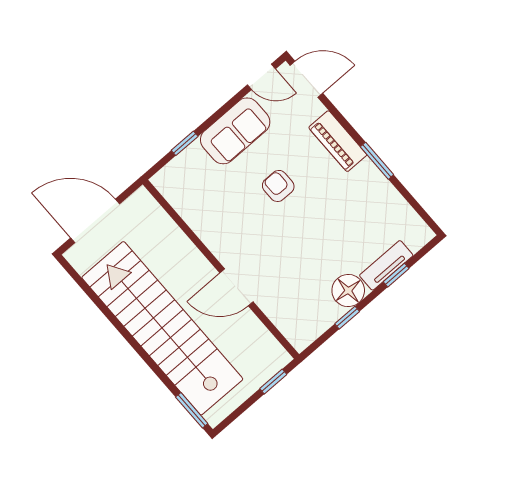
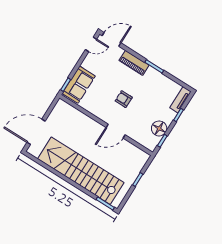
sofa: (235, 131) -> (79, 85), moved
armchair: (278, 186) -> (124, 99), moved
tv unit: (386, 265) -> (180, 100), moved
wall: (221, 269) -> (106, 125), moved
door: (237, 287) -> (116, 131), moved

